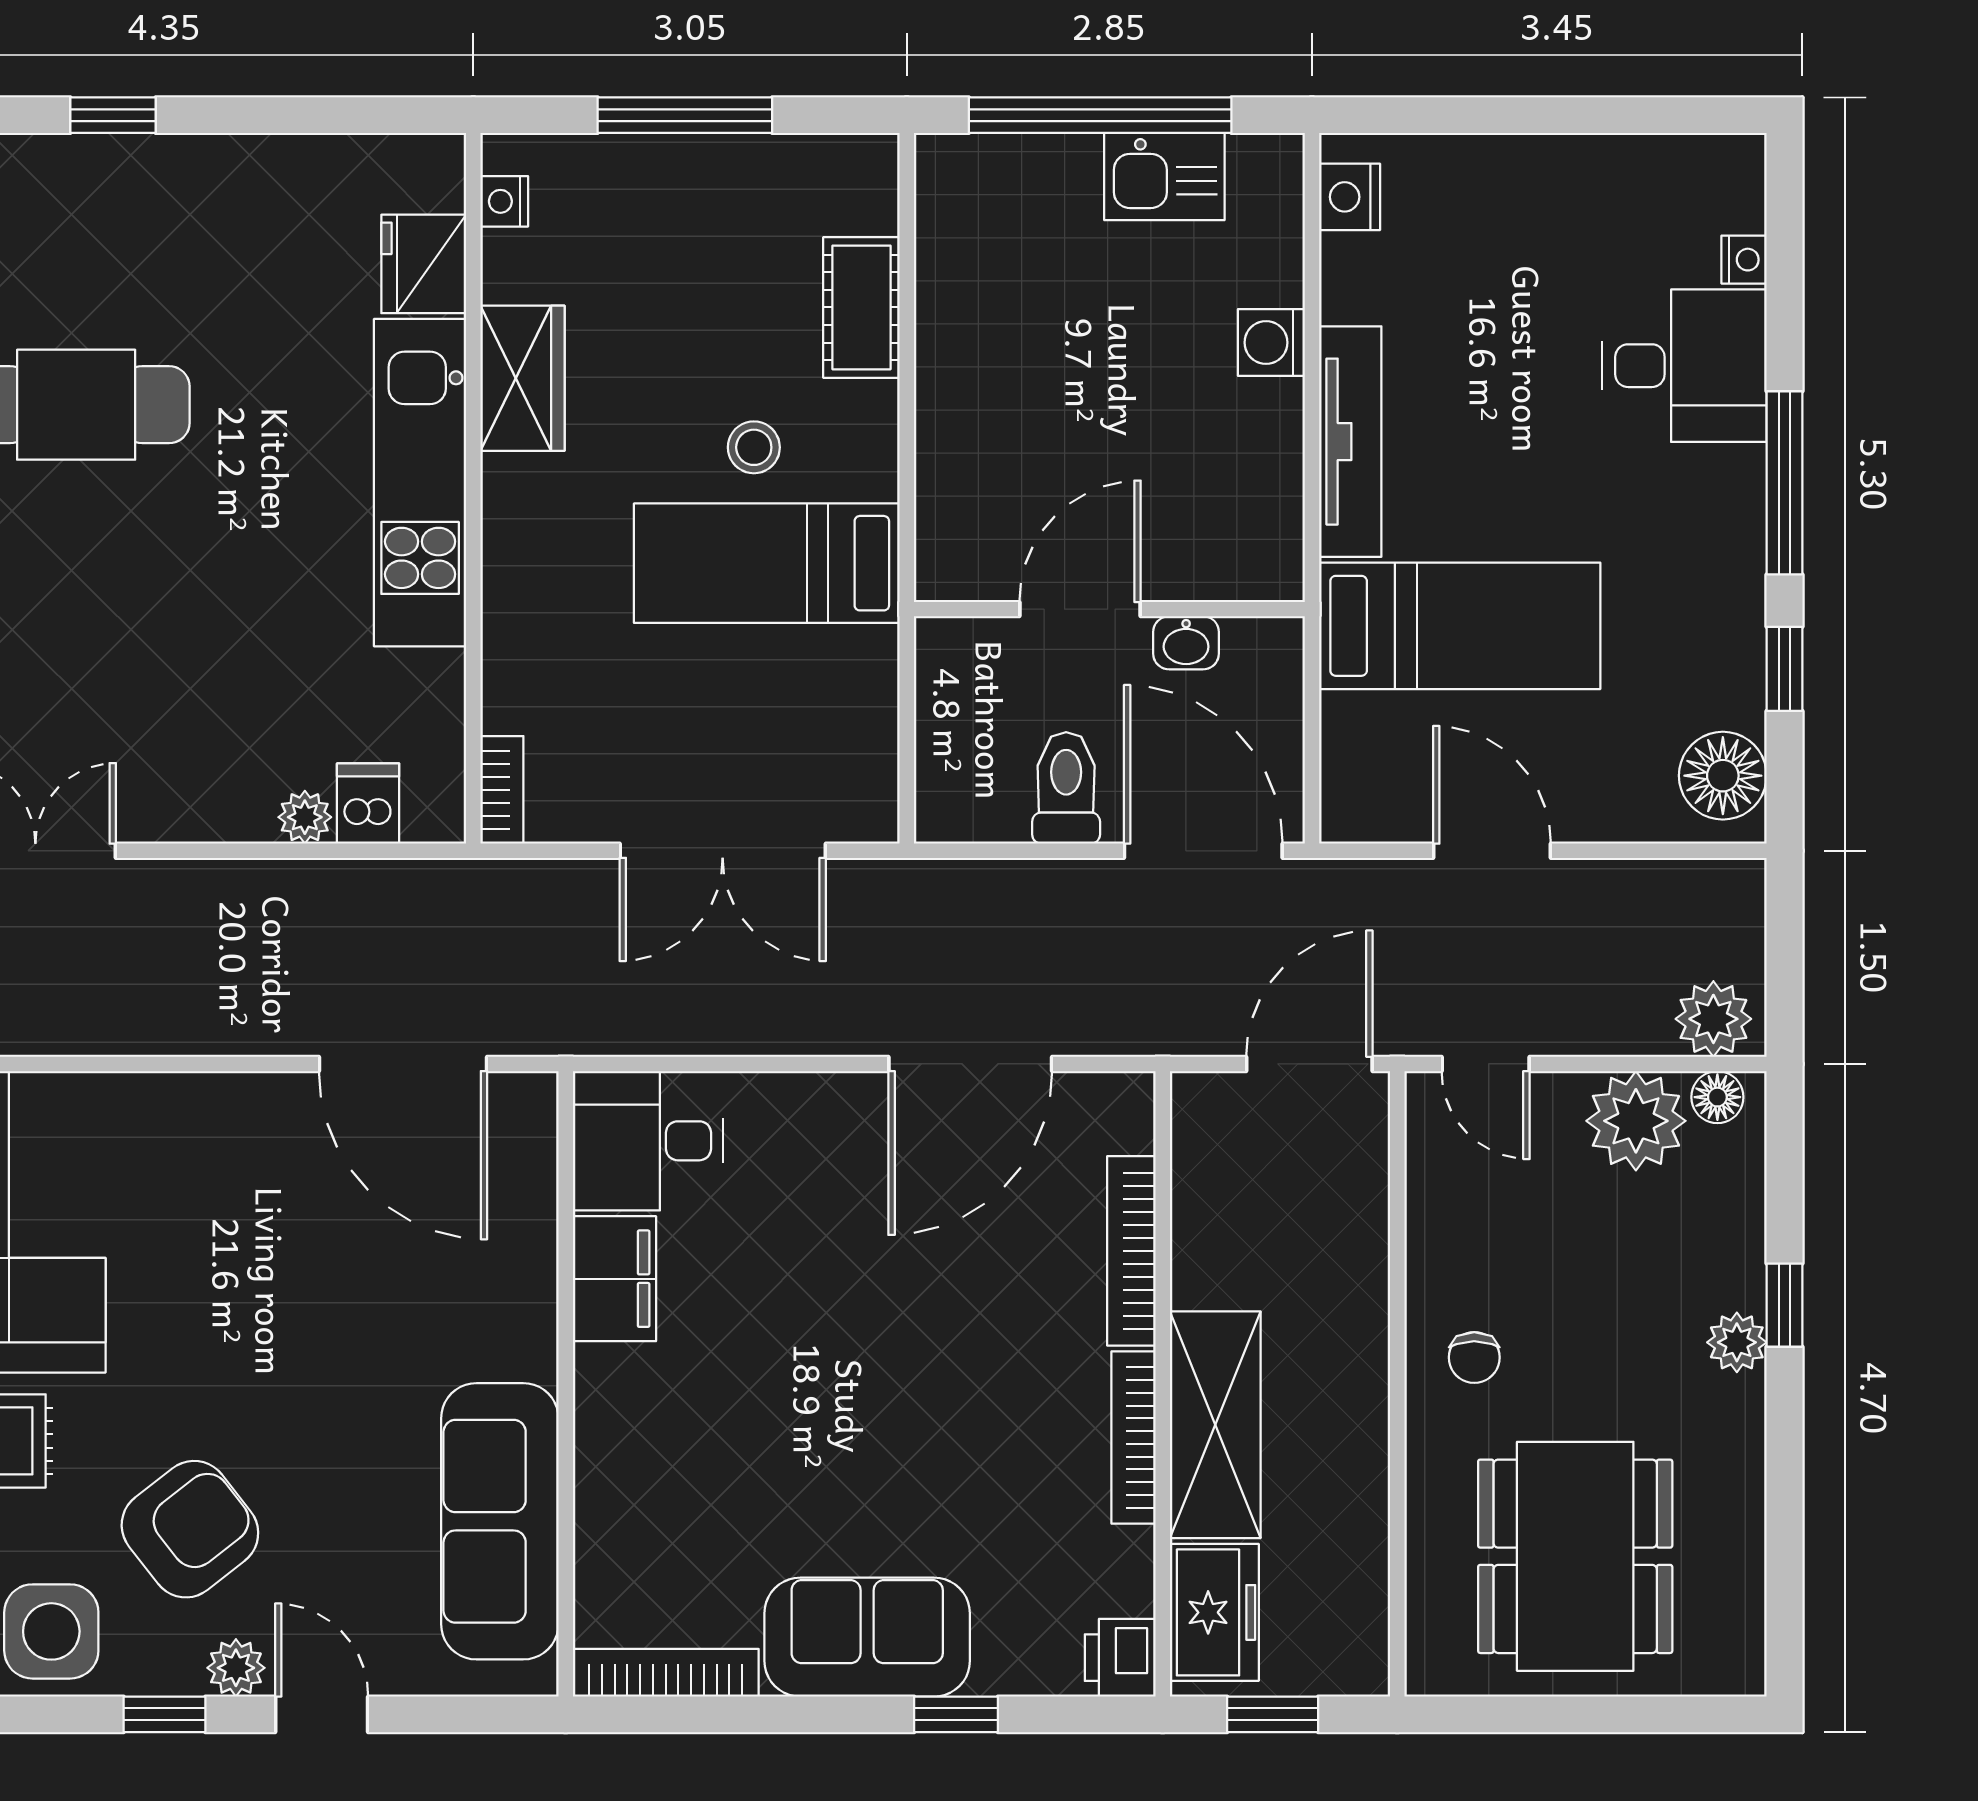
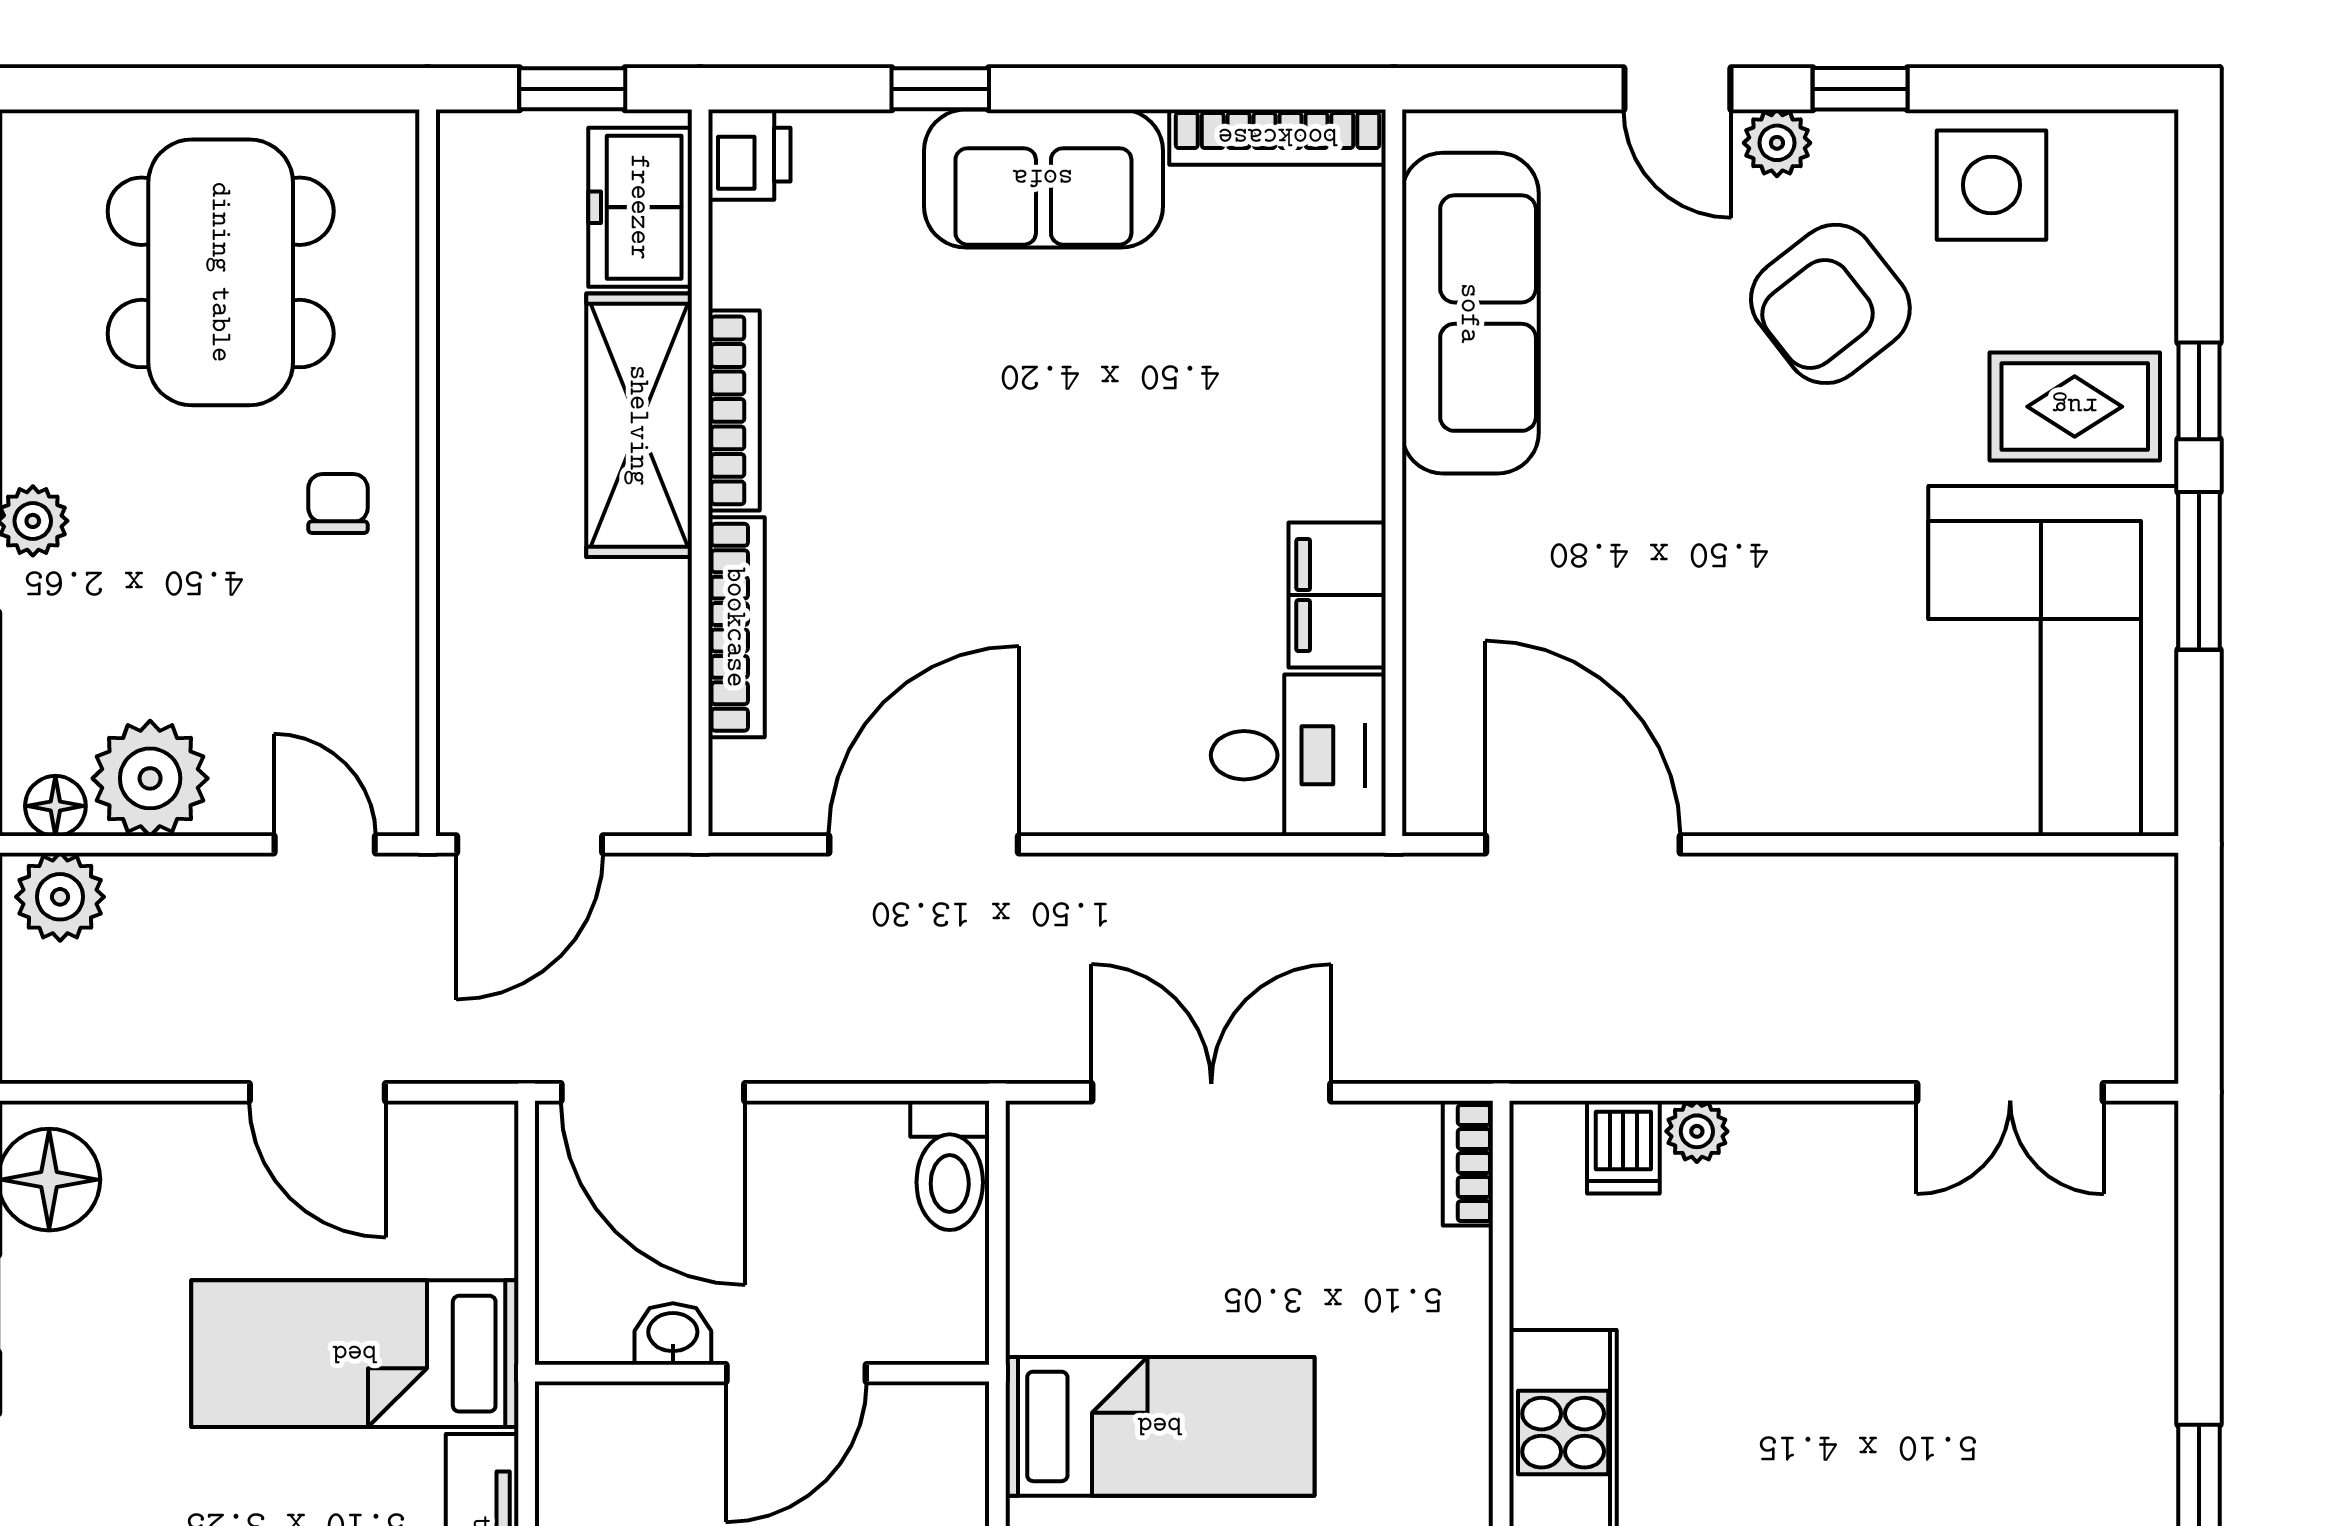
toilet: (1066, 788) -> (950, 1165), moved

